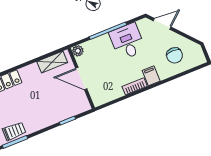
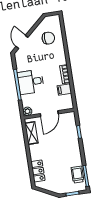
desk: (127, 41) -> (31, 82), moved
filing cabinet: (151, 76) -> (64, 90), moved

